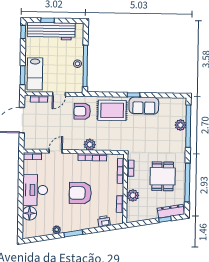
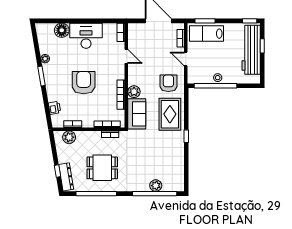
sofa: (144, 106) -> (137, 114), moved, turned 180
plant: (133, 195) -> (69, 137), moved

